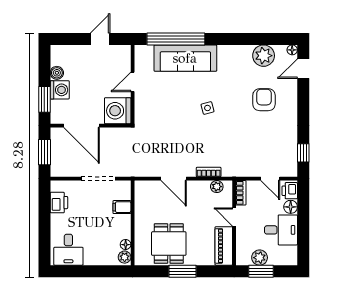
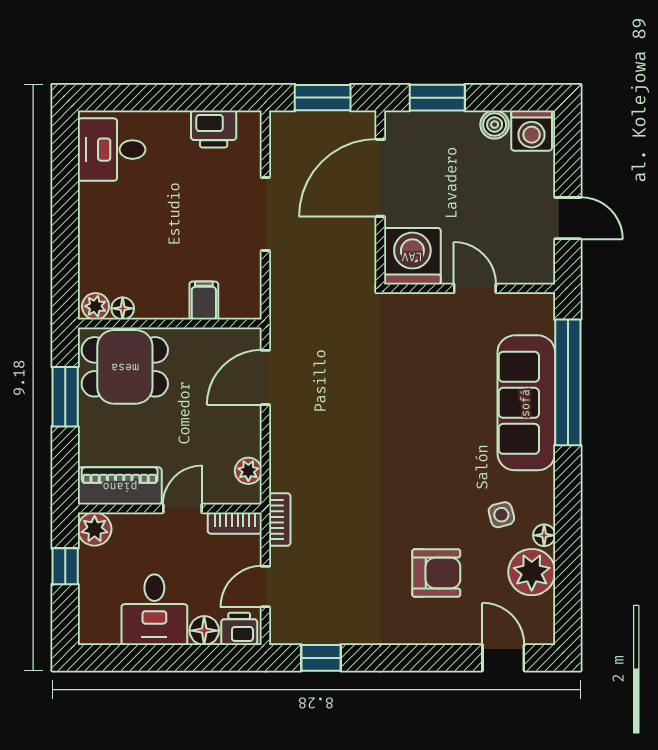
floor lamp: (292, 50) -> (544, 535), moved
washing machine: (60, 90) -> (532, 131), moved
side table: (208, 108) -> (501, 515), moved
bookcase: (209, 172) -> (280, 520), moved
filing cabinet: (122, 207) -> (204, 301), moved
wall: (133, 223) -> (170, 323), moved
floor lamp: (126, 245) -> (123, 308), moved
plant: (125, 257) -> (96, 306), moved
plant: (260, 258) -> (95, 529), moved
window: (261, 271) -> (65, 566), width x0.67

